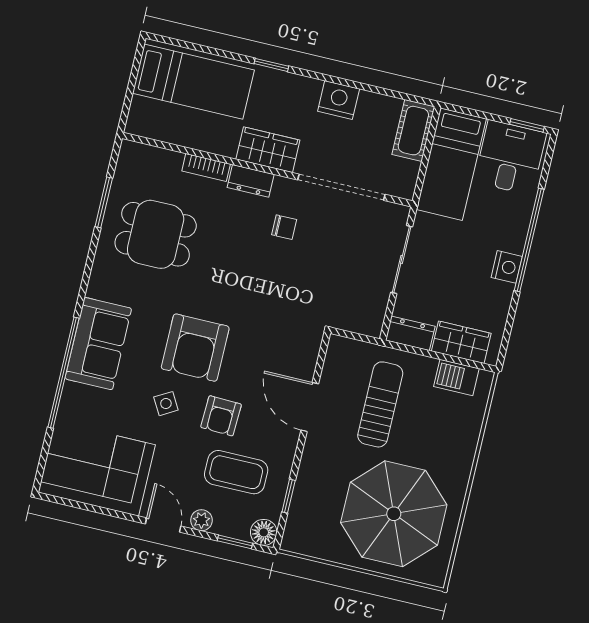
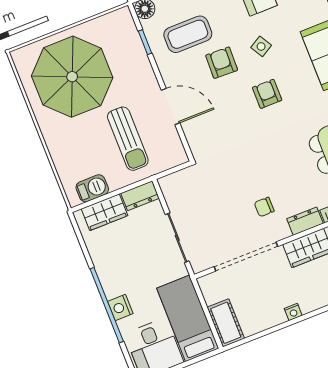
nightstand: (339, 100) -> (293, 312), width x0.53, depth x0.56
nightstand: (507, 267) -> (120, 307), moved
armchair: (195, 348) -> (267, 94), width x0.53, depth x0.53

